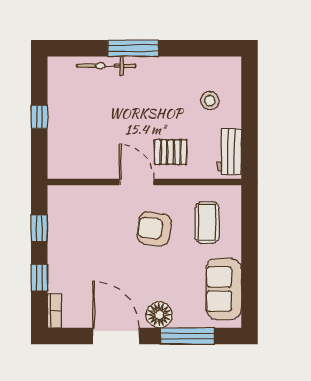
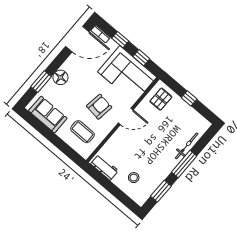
window: (197, 48) -> (161, 191), added
pallet: (170, 152) -> (161, 99), moved
corner sofa: (78, 228) -> (127, 74), added
door: (116, 336) -> (77, 39), moved
window: (187, 336) -> (41, 82), width x0.69

